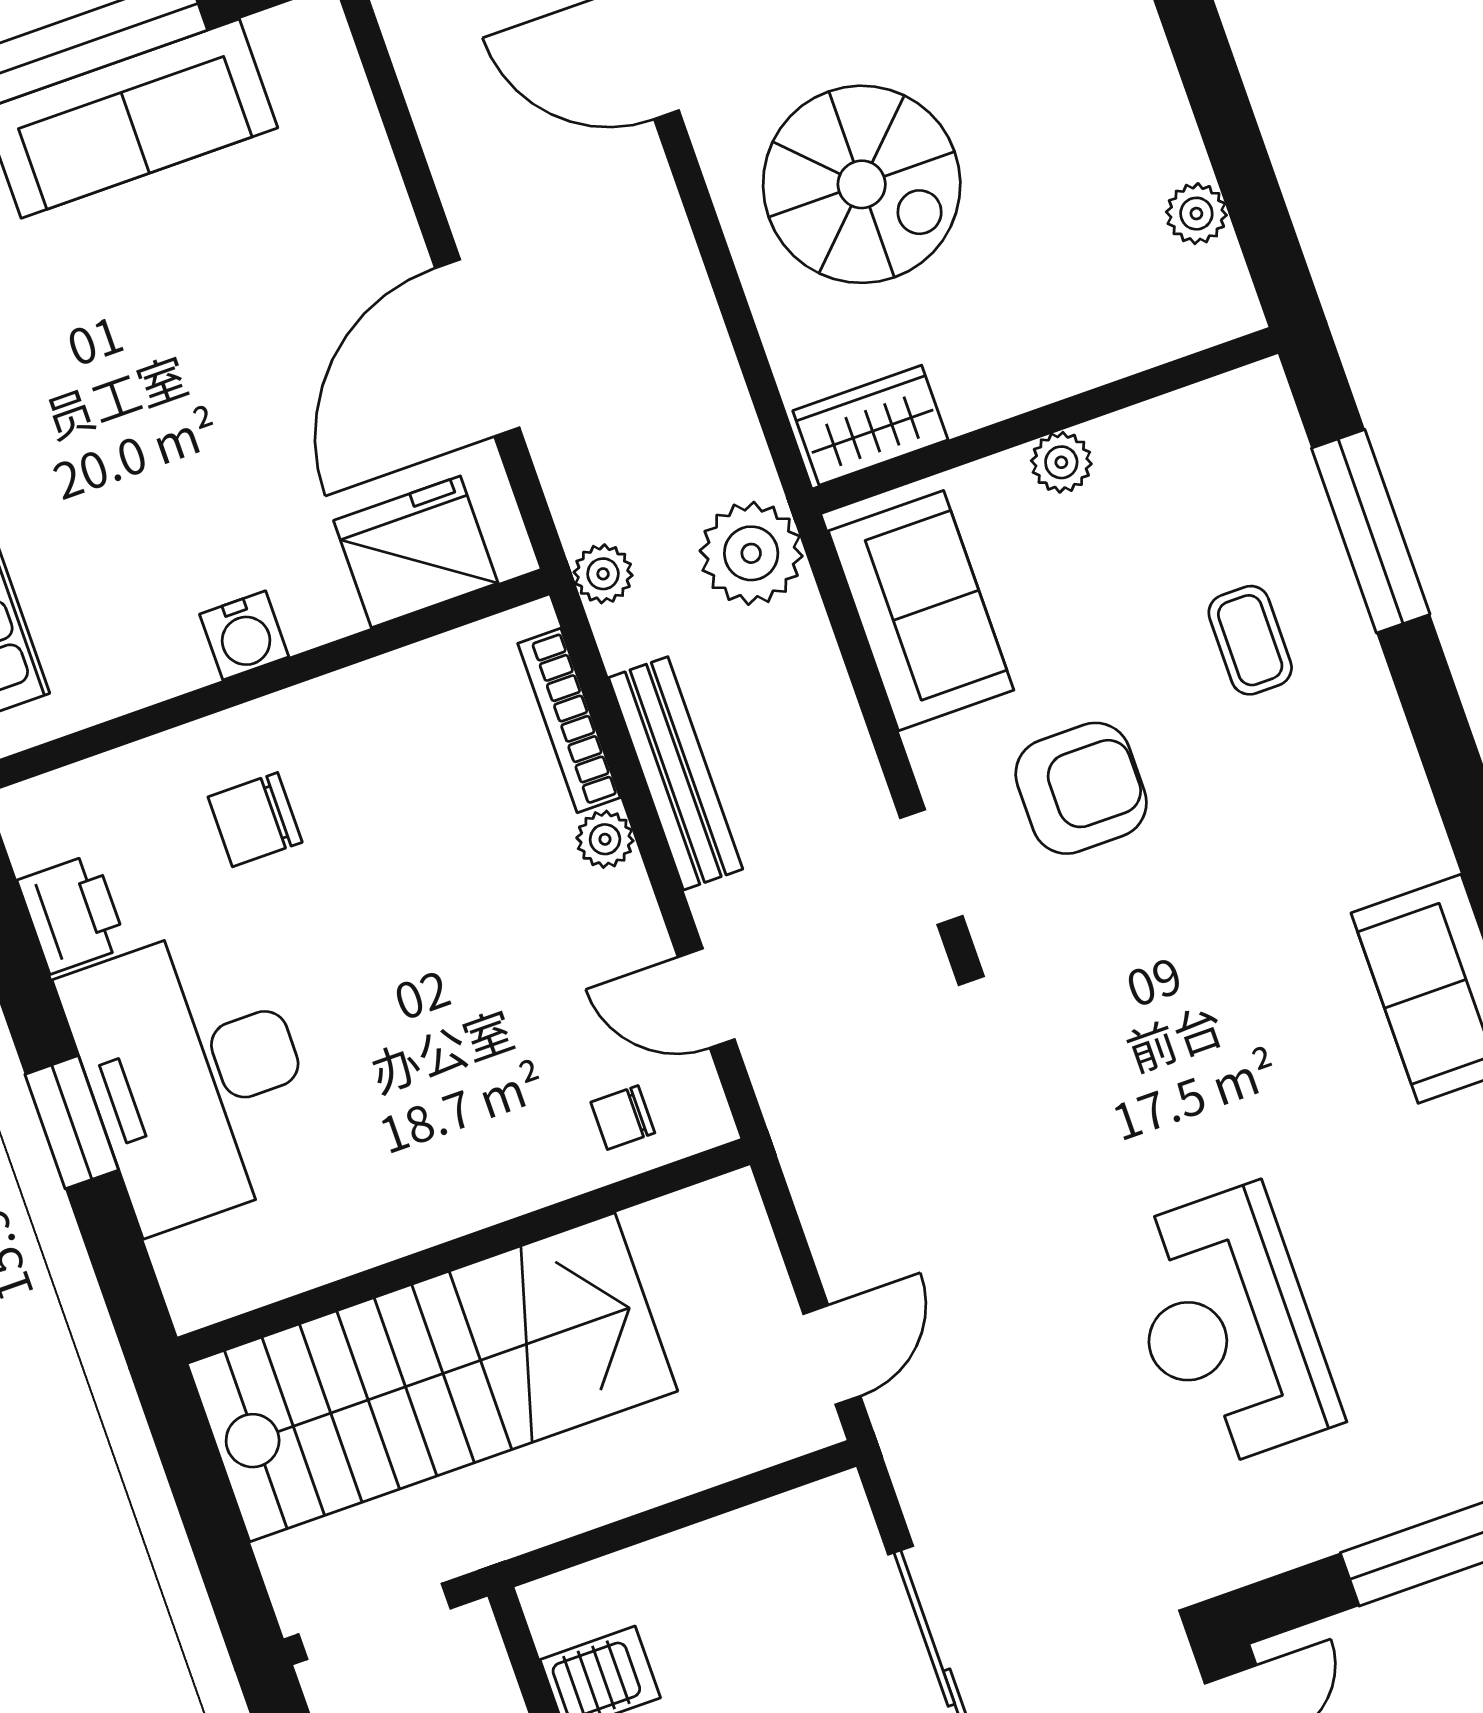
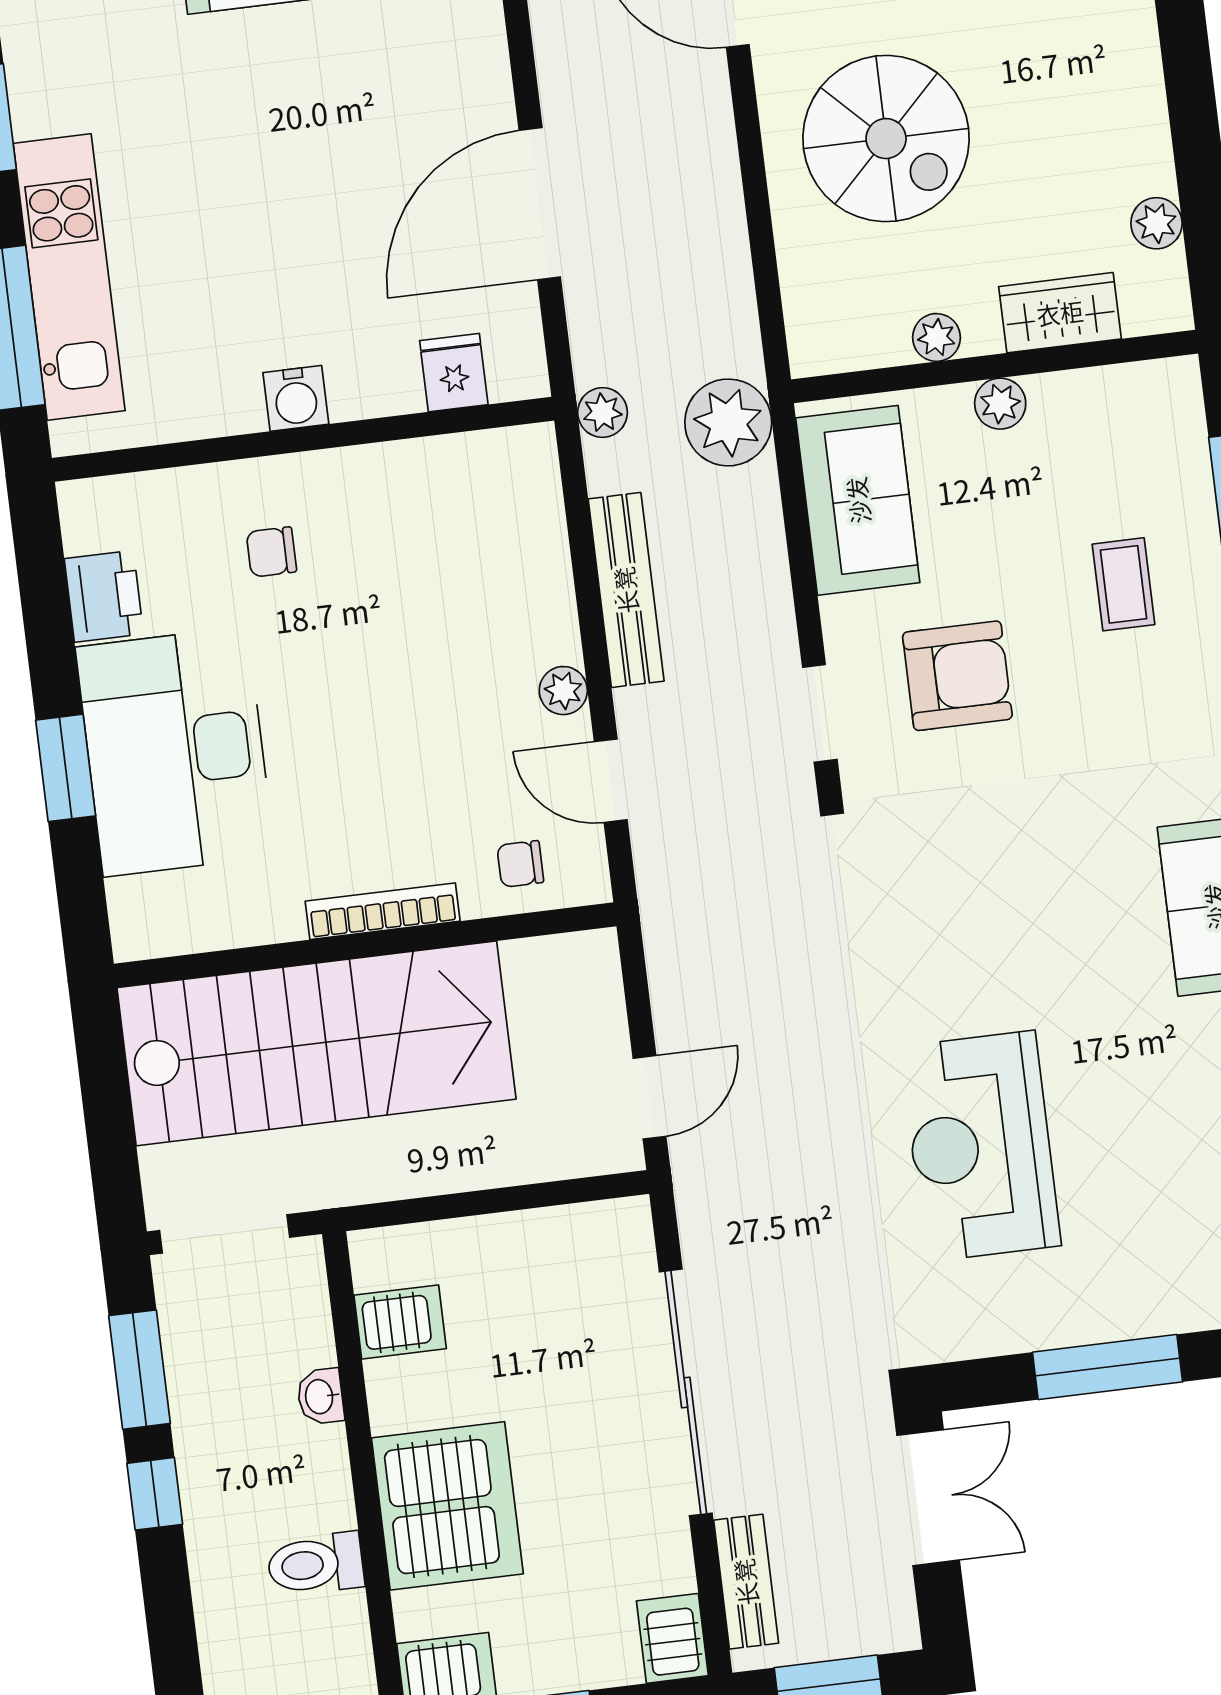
plant: (971, 402) -> (936, 337), added
wardrobe: (870, 425) -> (1060, 313), moved
fridge: (416, 552) -> (454, 373), width x0.53, depth x0.75
bookcase: (569, 720) -> (383, 911), moved, turned 90
chair: (255, 820) -> (271, 552), width x0.73, depth x0.73
plant: (605, 839) -> (563, 691), moved

